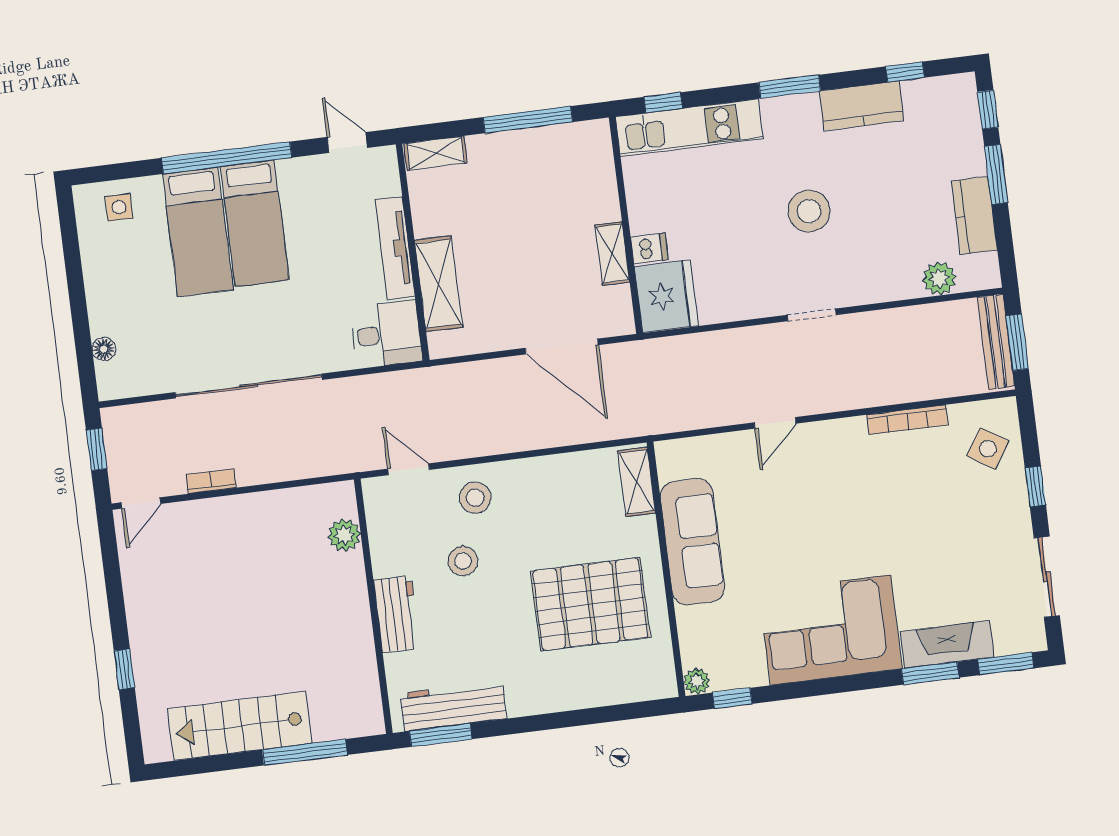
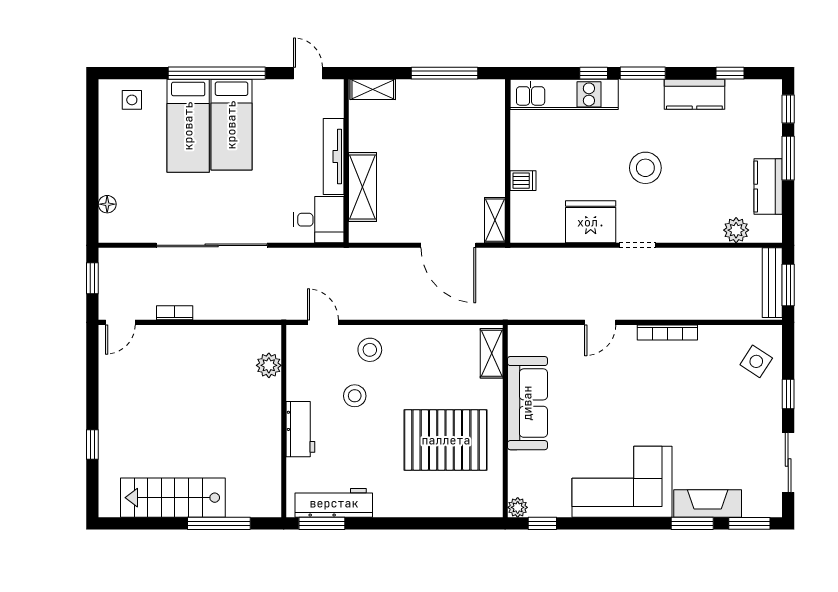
window: (663, 103) -> (594, 73), moved
shelving: (612, 254) -> (495, 220), moved
fridge: (666, 296) -> (591, 222), moved, turned -90
bookcase: (907, 420) -> (667, 332), moved

